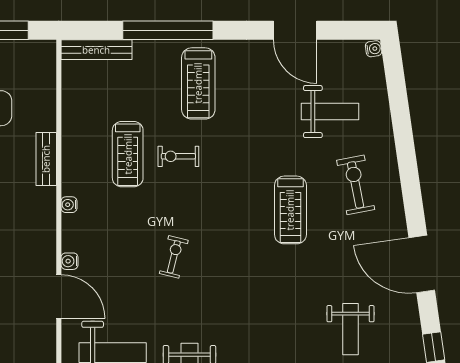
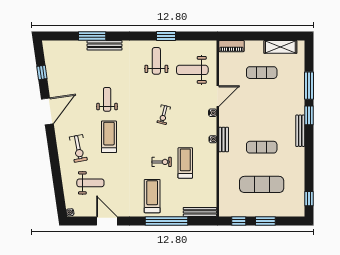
weight bench: (330, 112) -> (90, 183), turned 180
bench: (46, 159) -> (224, 139), moved
door: (422, 264) -> (47, 111), hinge flipped
door: (59, 297) -> (218, 96), swing flipped
weight bench: (350, 329) -> (107, 99), moved

